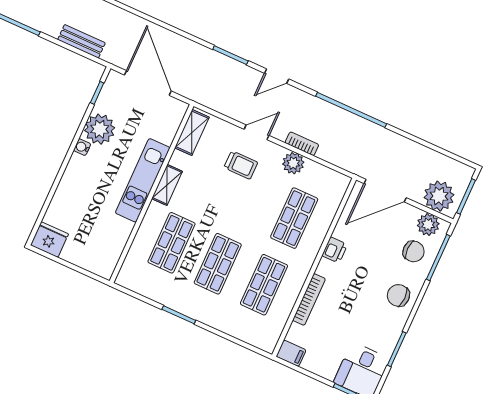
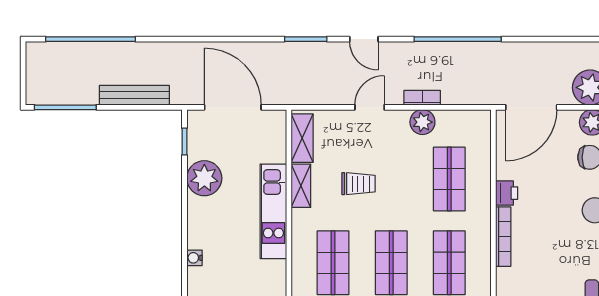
bench: (81, 41) -> (134, 95), width x1.36
door: (277, 76) -> (364, 39), hinge flipped
water cooler: (82, 147) -> (194, 258), moved
trolley: (241, 165) -> (359, 184), moved
shelving: (167, 185) -> (301, 186), moved
bookcase: (309, 299) -> (503, 237), moved

